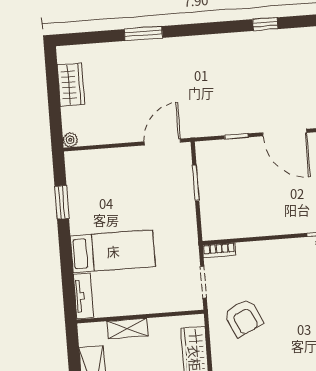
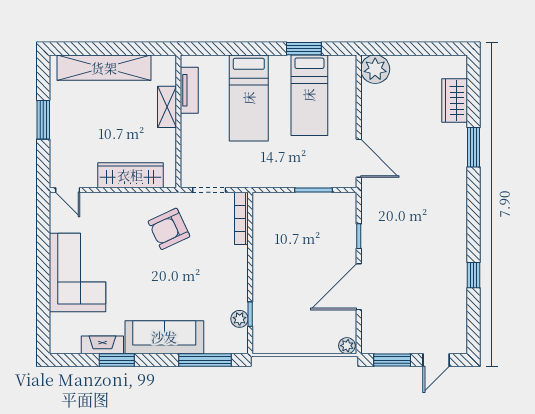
wardrobe: (71, 85) -> (455, 101), moved, turned 90
plant: (70, 140) -> (375, 69), width x1.87, depth x1.87
bed: (106, 194) -> (309, 95), added
bookcase: (219, 250) -> (241, 218), width x1.56
tv unit: (83, 296) -> (189, 90), moved, turned -90

